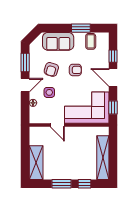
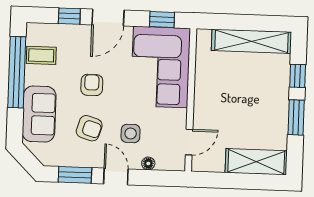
window: (81, 28) -> (17, 72), width x2.11
door: (57, 125) -> (189, 142), moved

